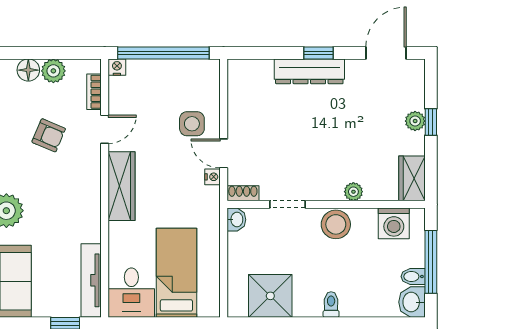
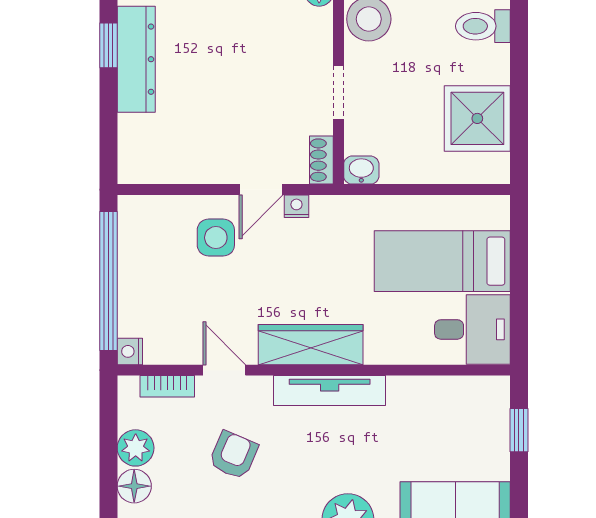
tv unit: (91, 280) -> (330, 391), moved
toilet: (331, 305) -> (483, 26), width x1.37, depth x1.39

